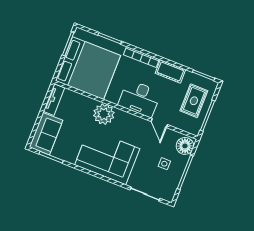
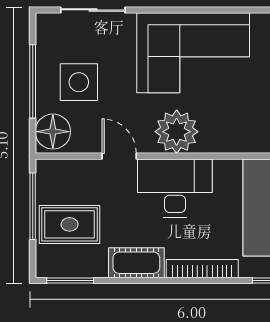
rug: (194, 101) -> (70, 224), turned 90
plant: (104, 114) -> (177, 132), moved
side table: (164, 164) -> (79, 82), width x1.87, depth x1.87

